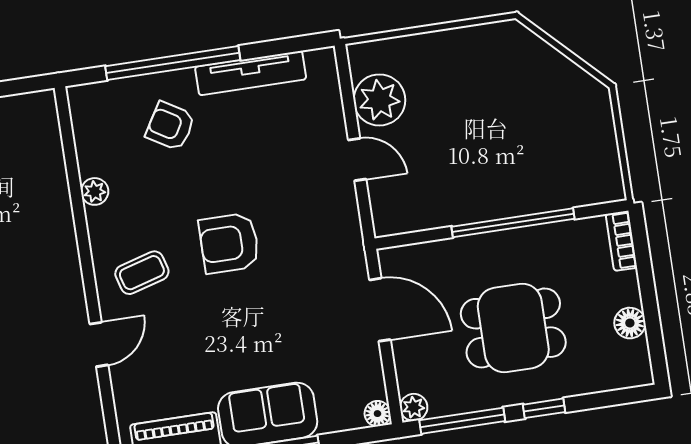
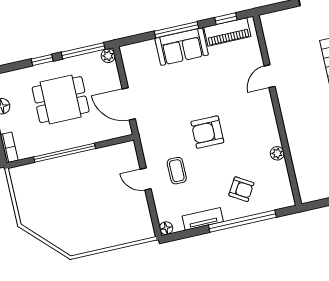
tv unit: (251, 73) -> (203, 219), width x0.71
plant: (379, 100) -> (137, 210), removed
armchair: (229, 243) -> (207, 132), turned 180
coffee table: (142, 273) -> (177, 171), moved, turned -74
floor lamp: (377, 414) -> (166, 228), moved

